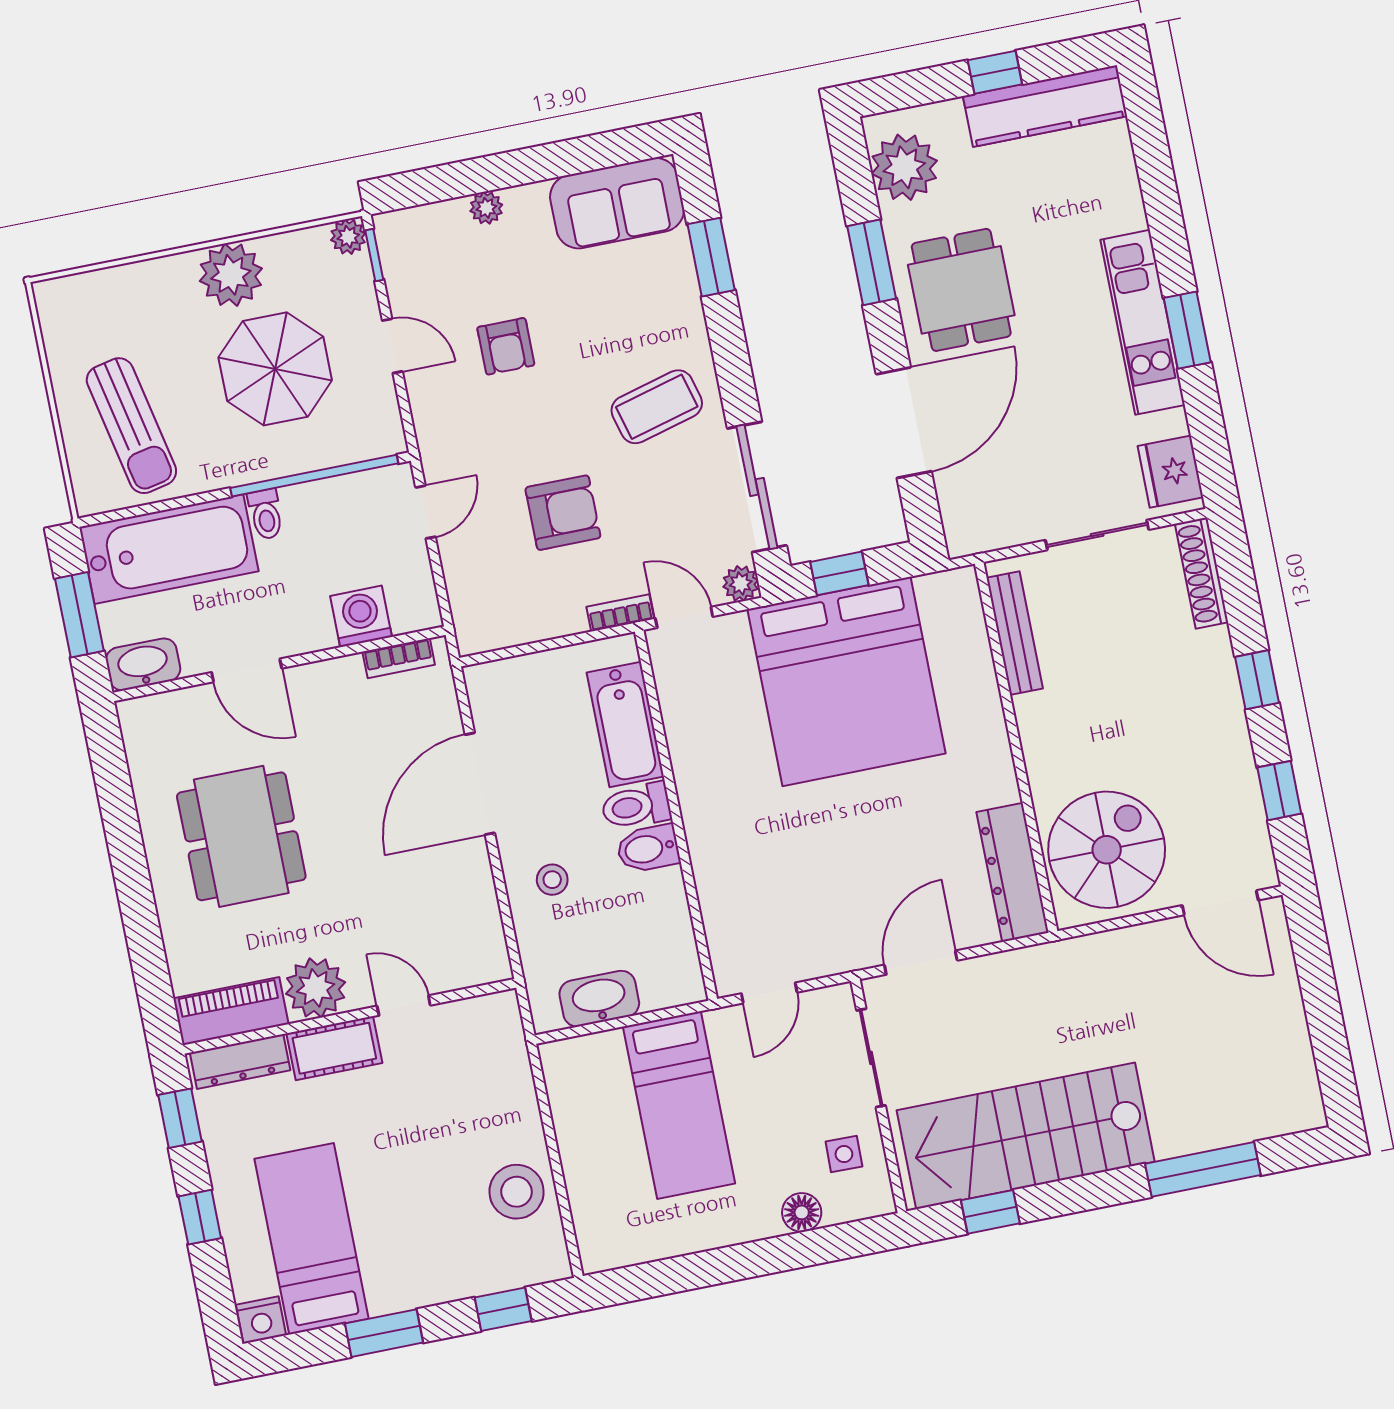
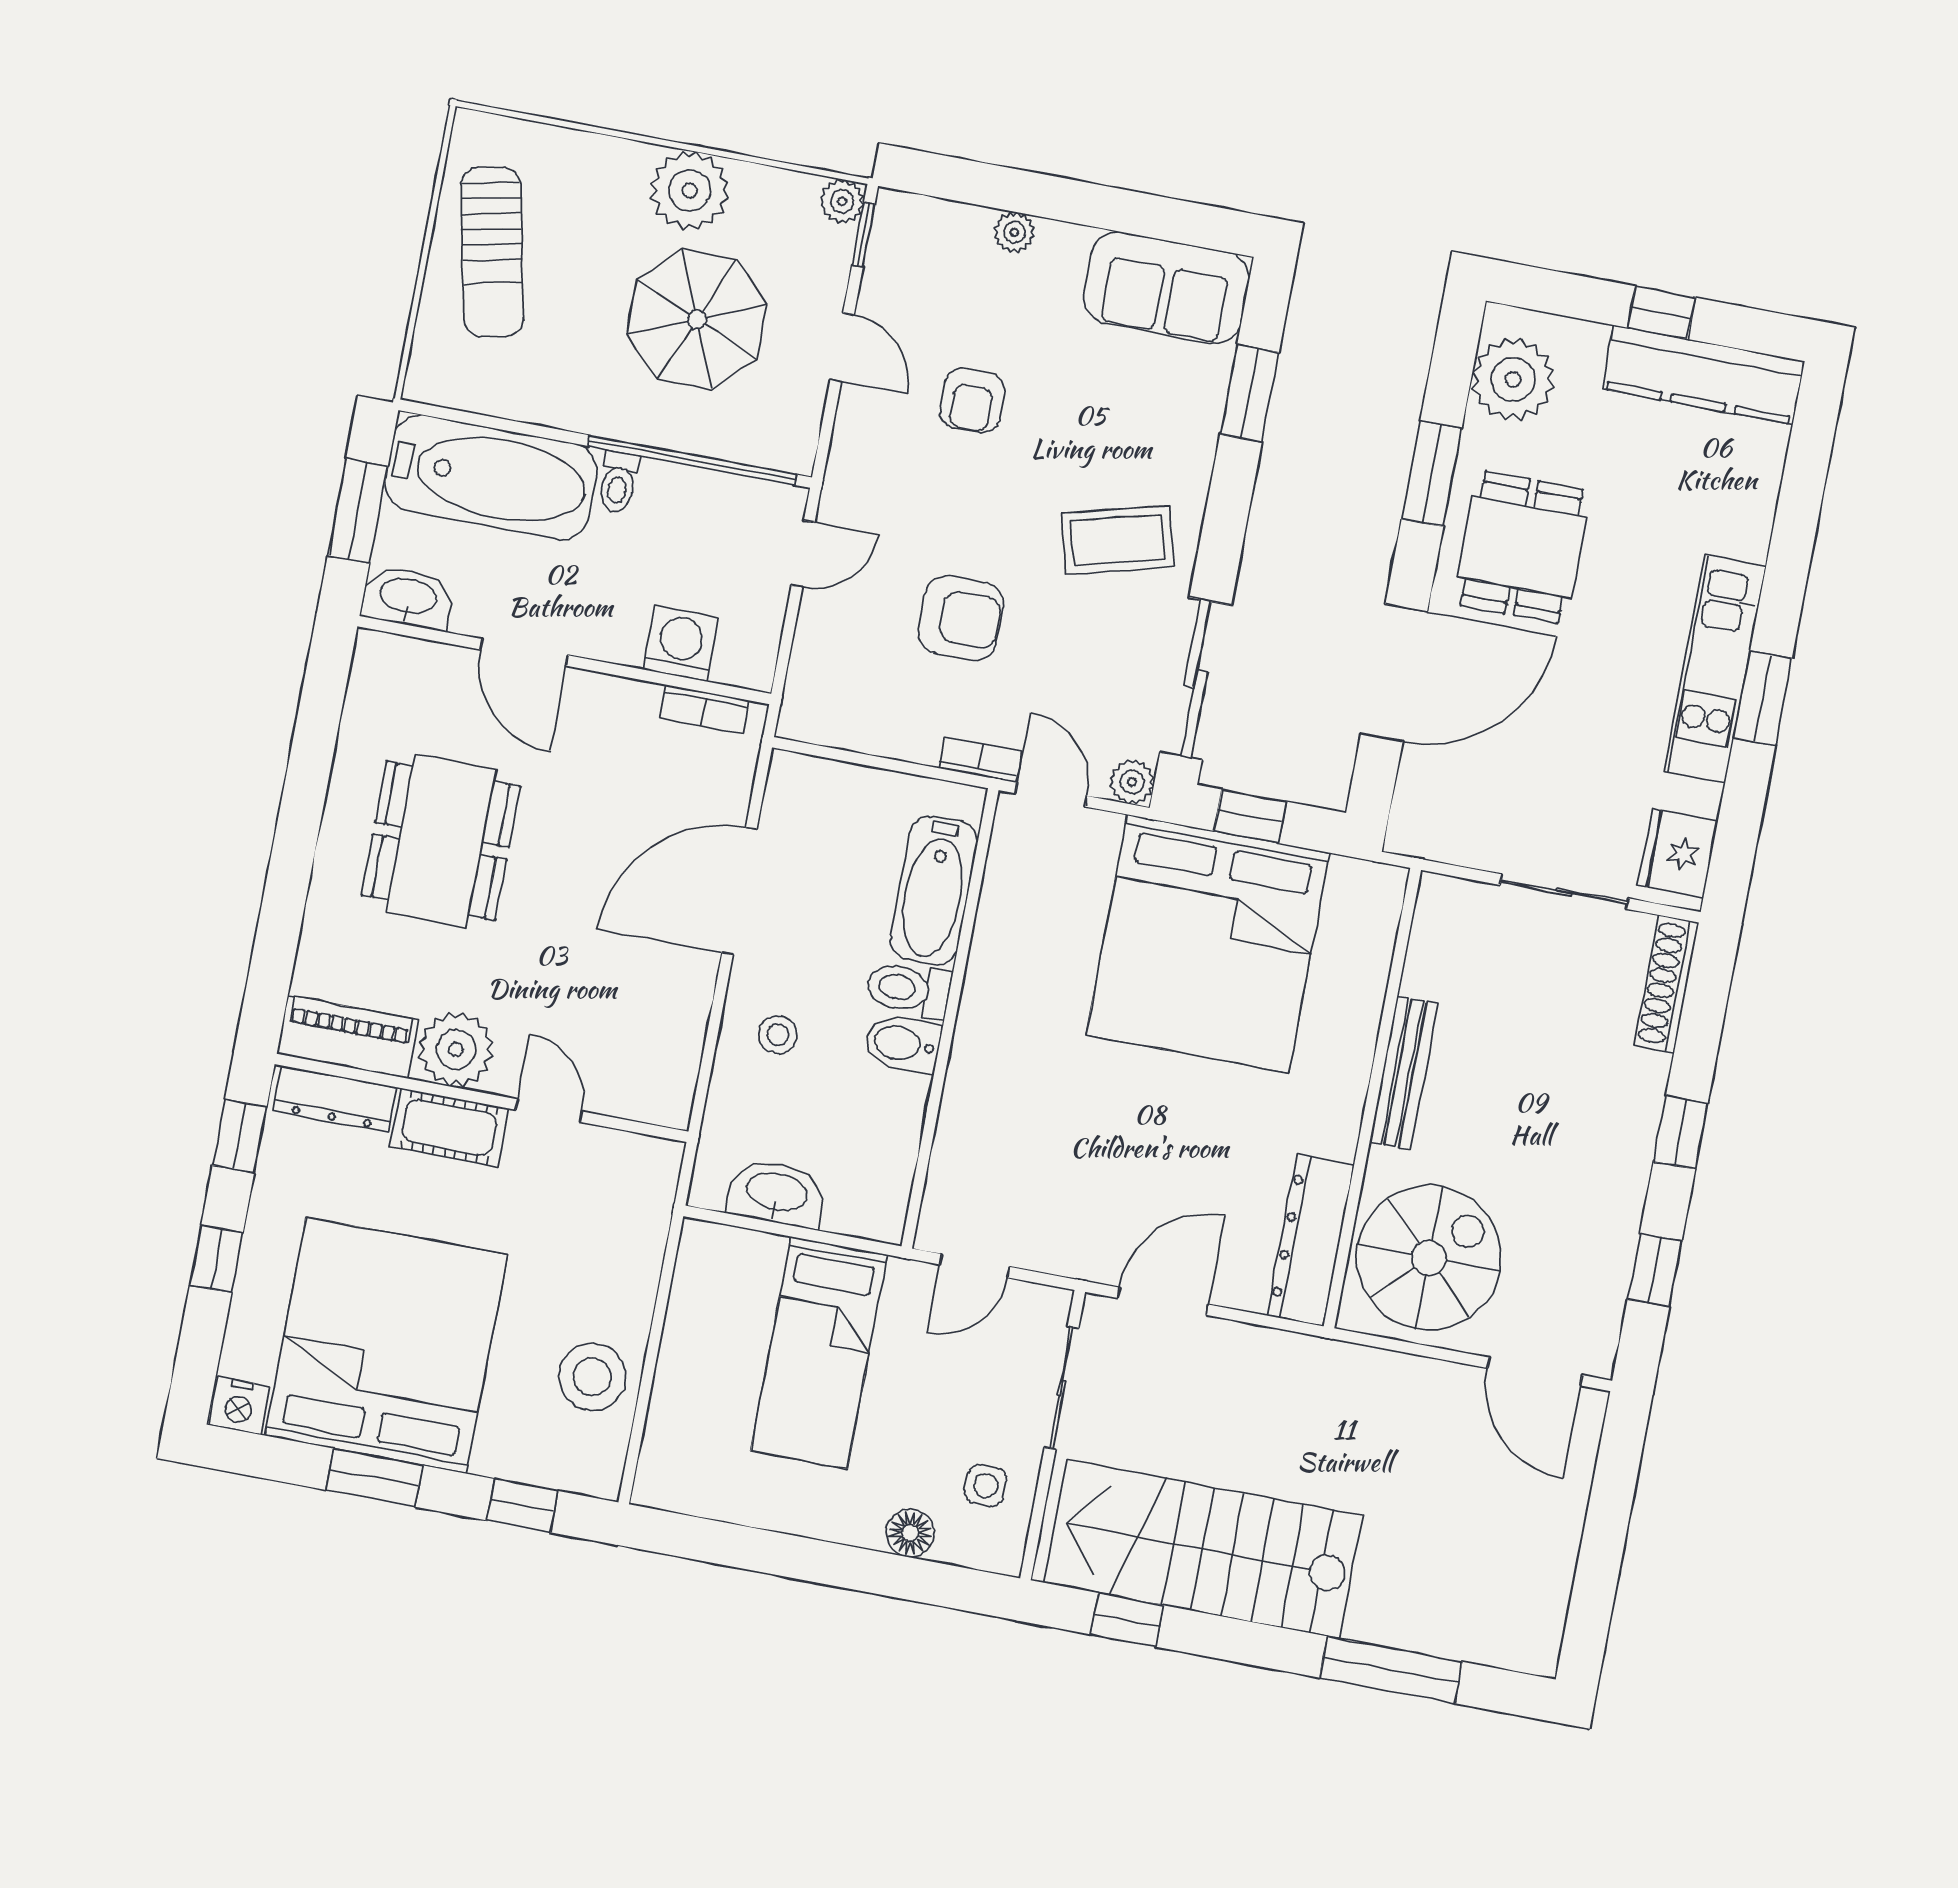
sun lounger: (131, 426) -> (492, 252), moved
bench: (1015, 633) -> (1404, 1073), moved
bed: (312, 1239) -> (386, 1345), width x2.04

